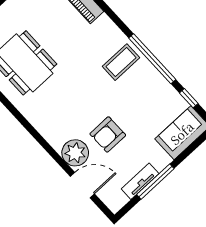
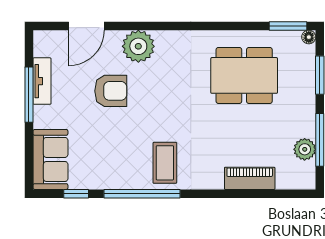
armchair: (108, 134) -> (111, 91), turned 90
plant: (75, 153) -> (138, 46), moved

